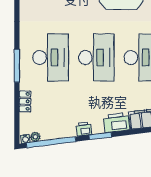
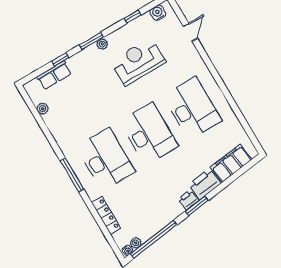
window: (17, 66) -> (72, 175), moved
locker: (25, 101) -> (106, 215), width x1.53
printer: (84, 129) -> (188, 200), moved

